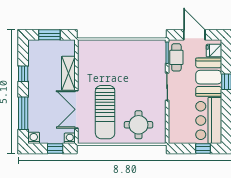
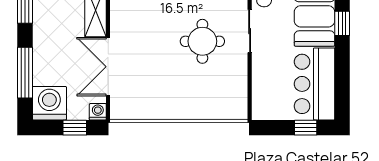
sun lounger: (105, 112) -> (153, 71), removed
round table: (138, 125) -> (202, 41), moved
washing machine: (34, 138) -> (49, 103), width x1.89, depth x1.89

